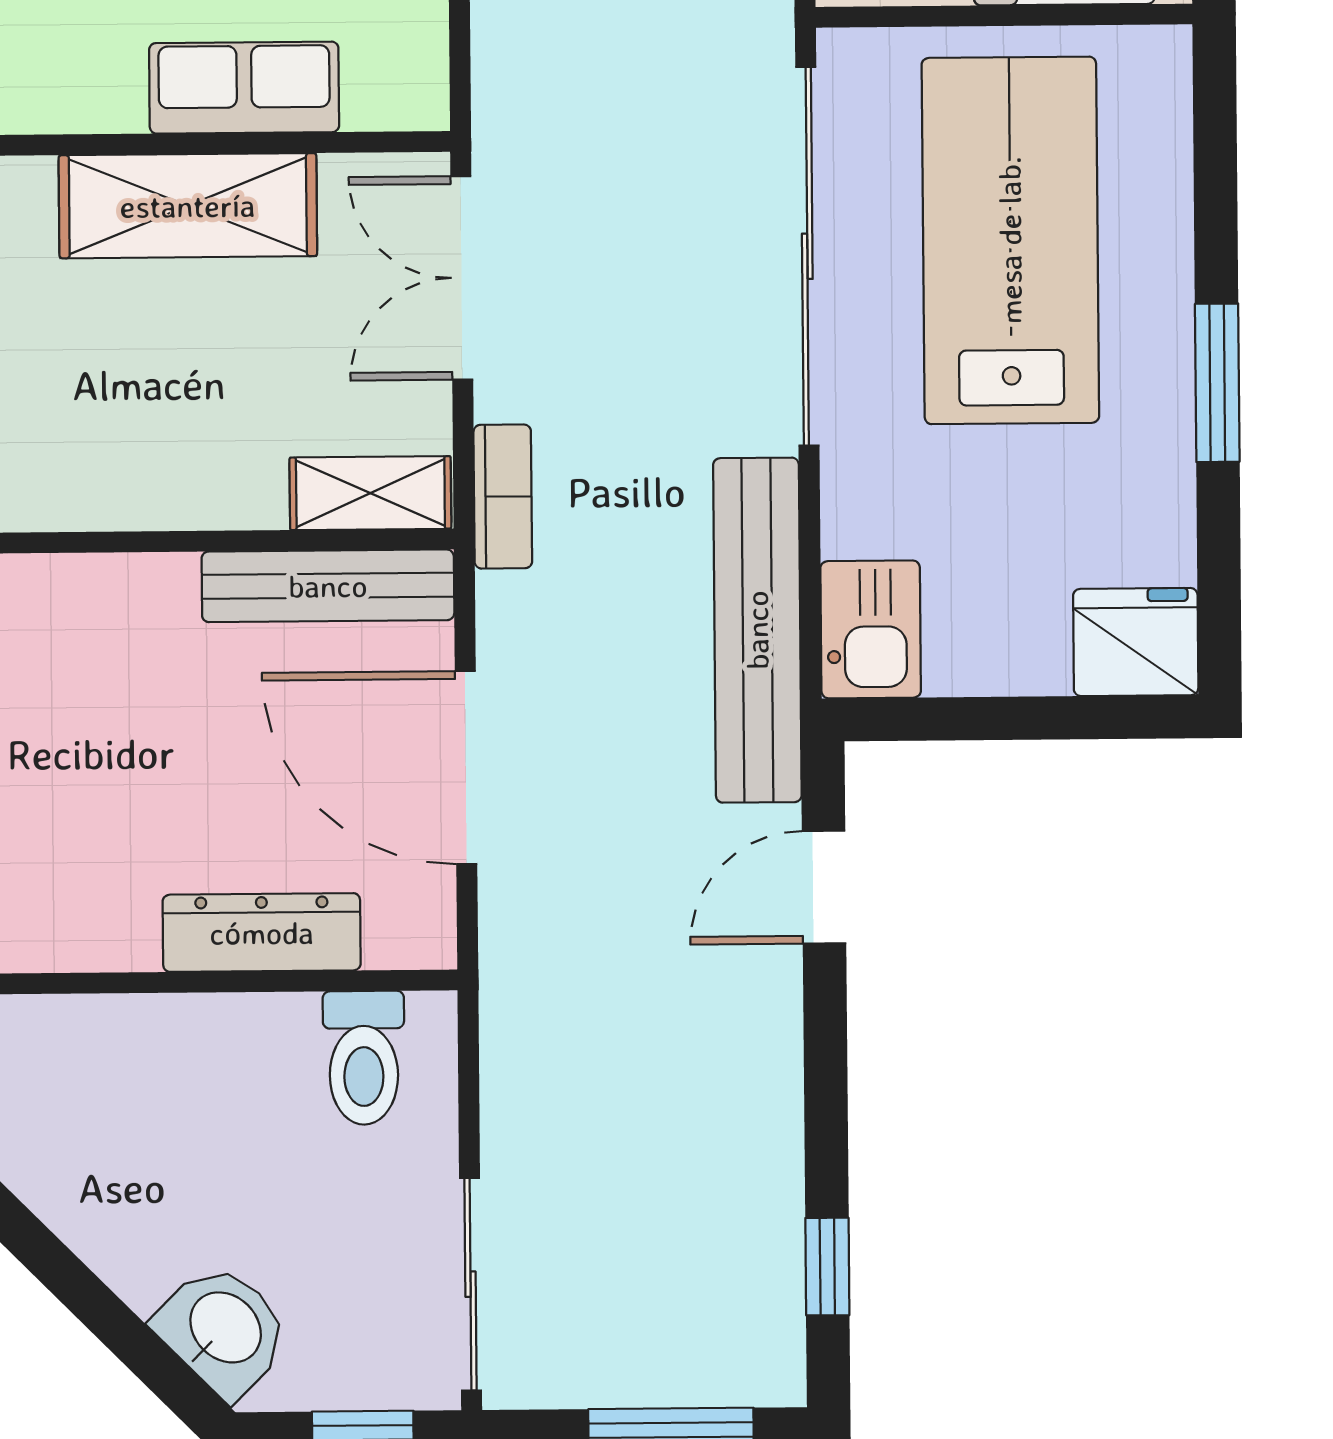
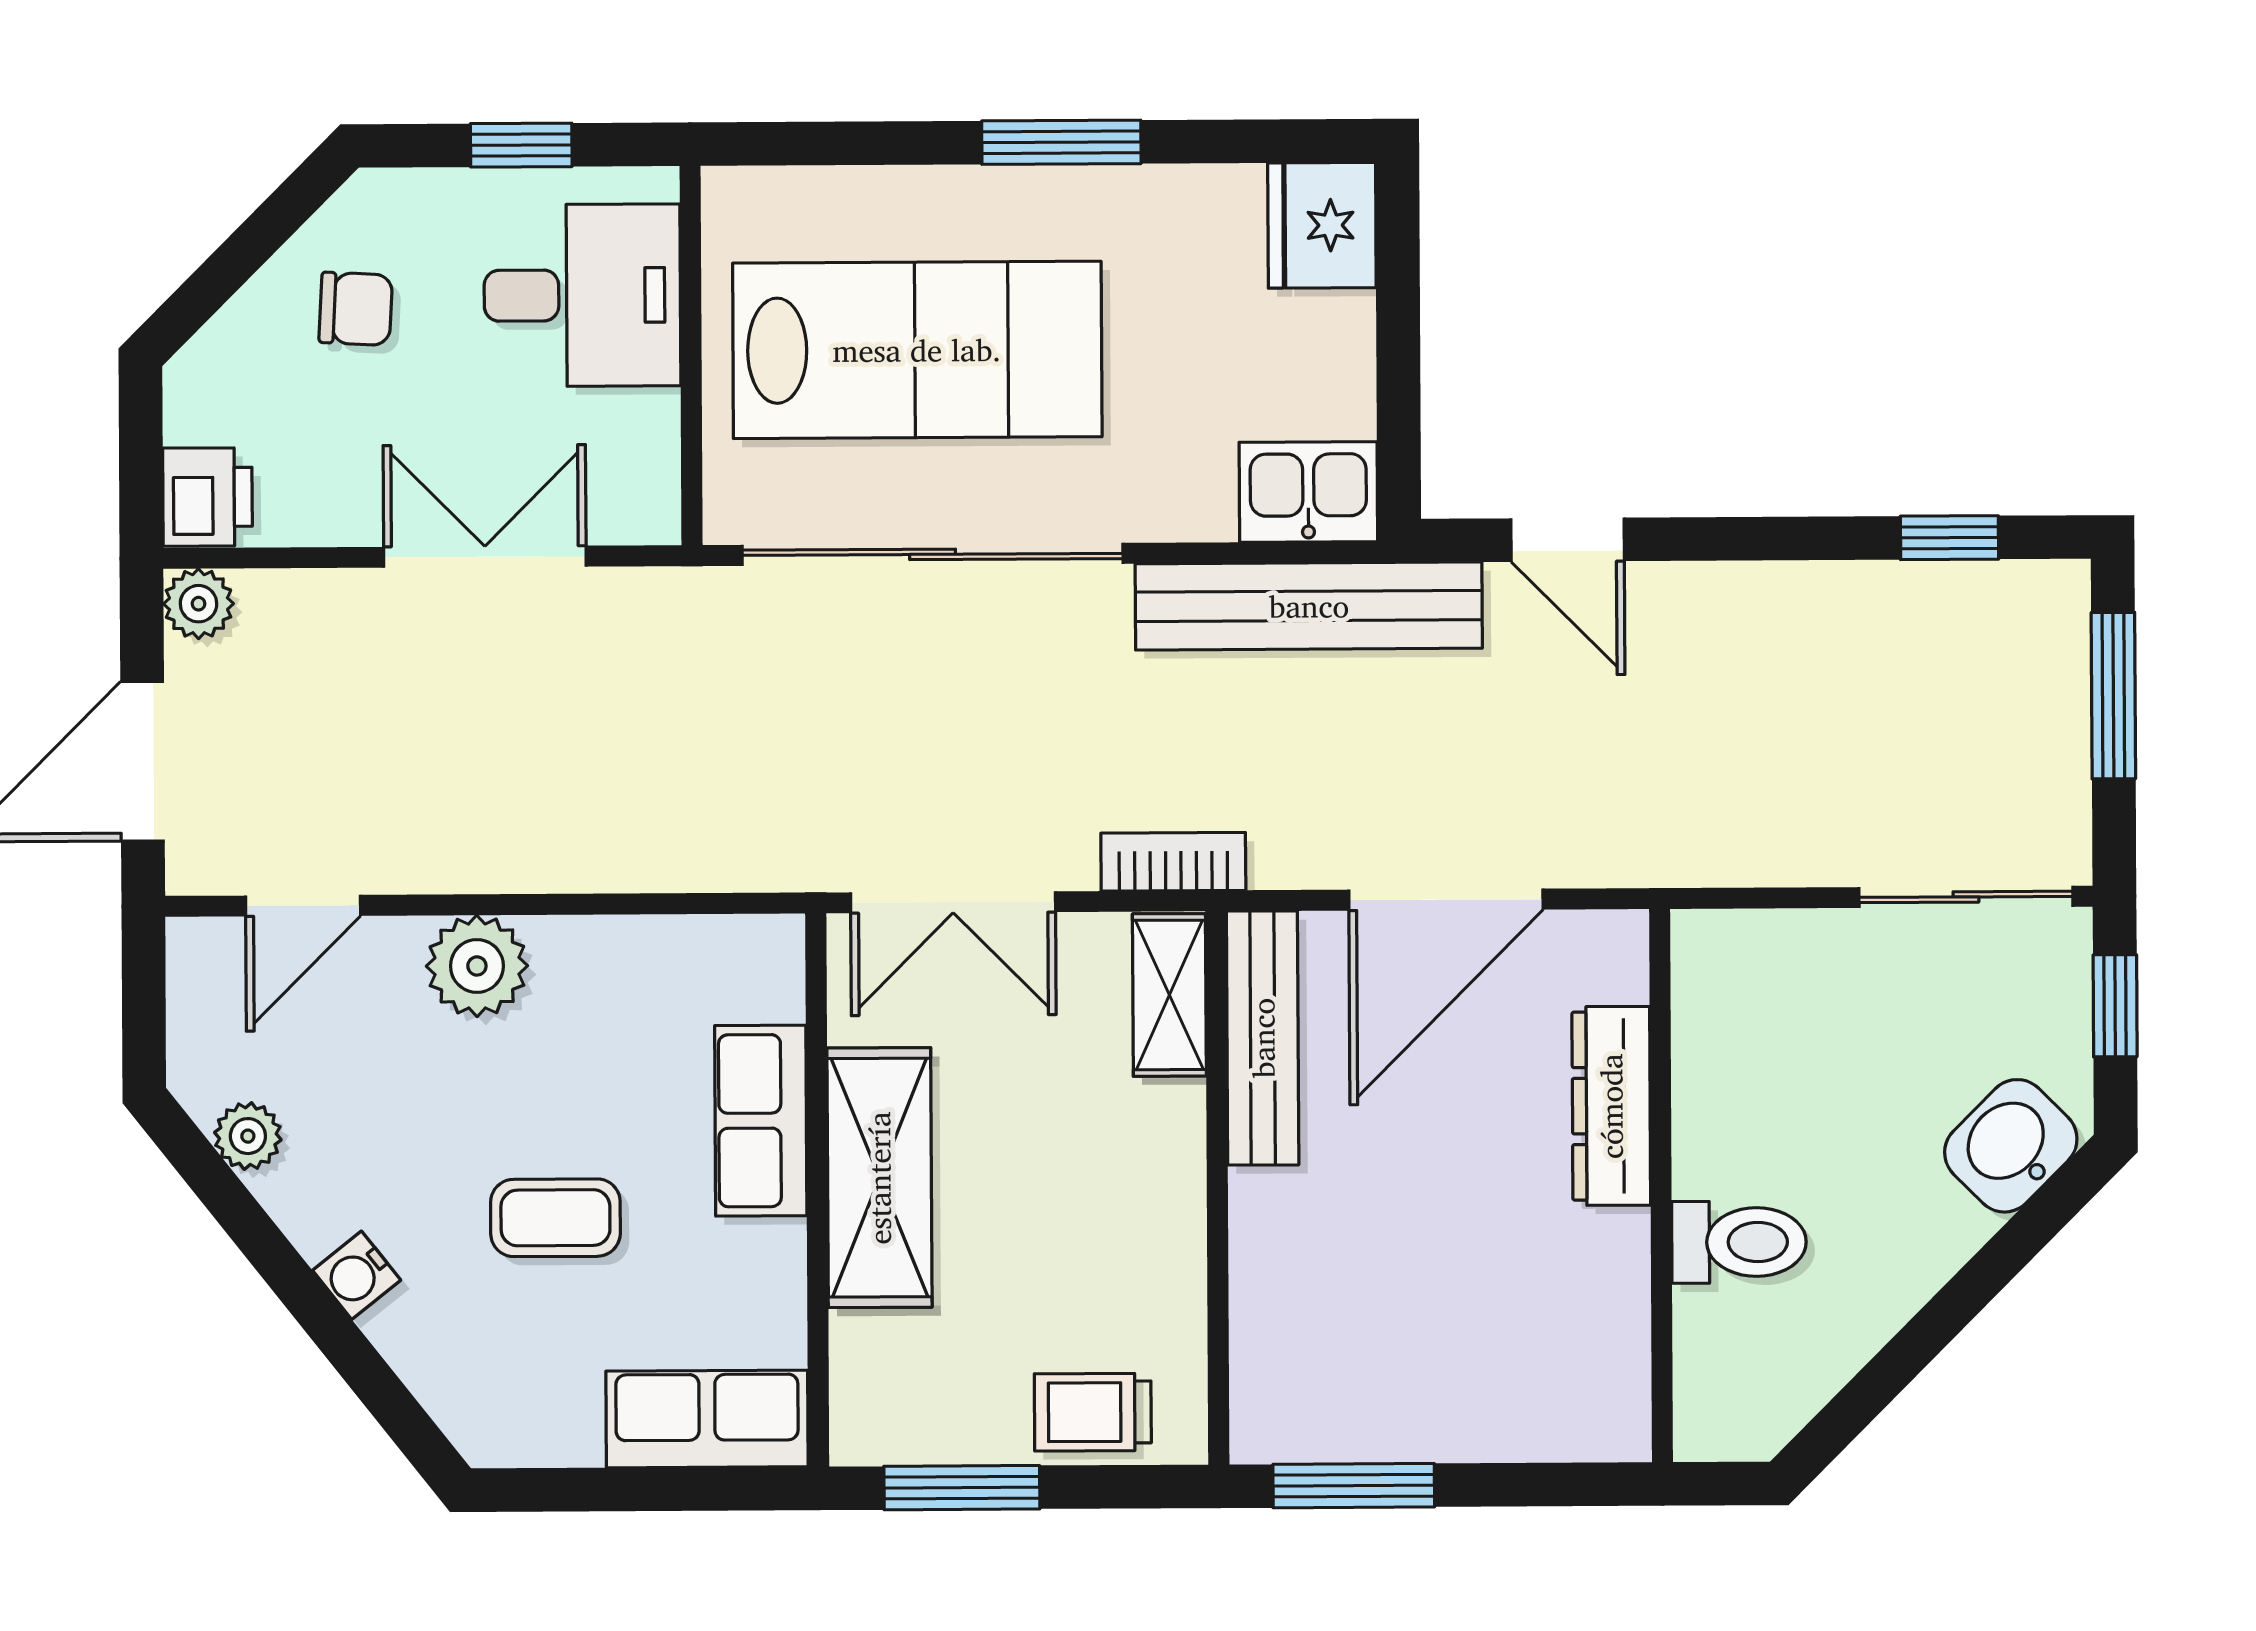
lab bench: (1010, 240) -> (917, 350), turned 180
toilet: (364, 1058) -> (1739, 1242), moved

